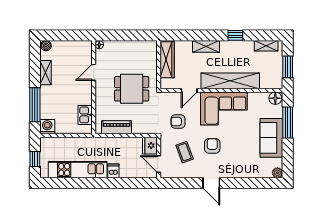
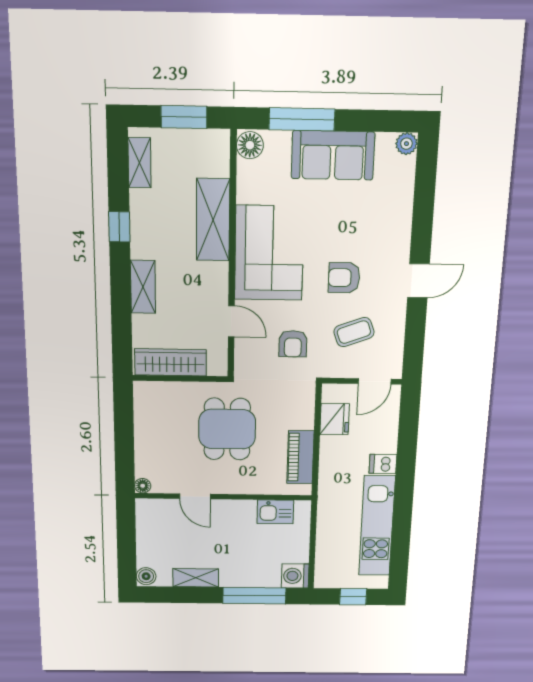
shelving: (230, 81) -> (213, 220), width x0.68
fridge: (150, 146) -> (335, 419), moved, turned -90

